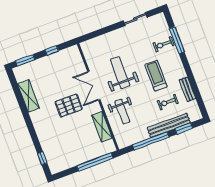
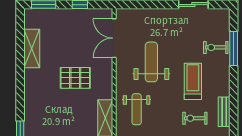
double door: (94, 86) -> (114, 38), moved

